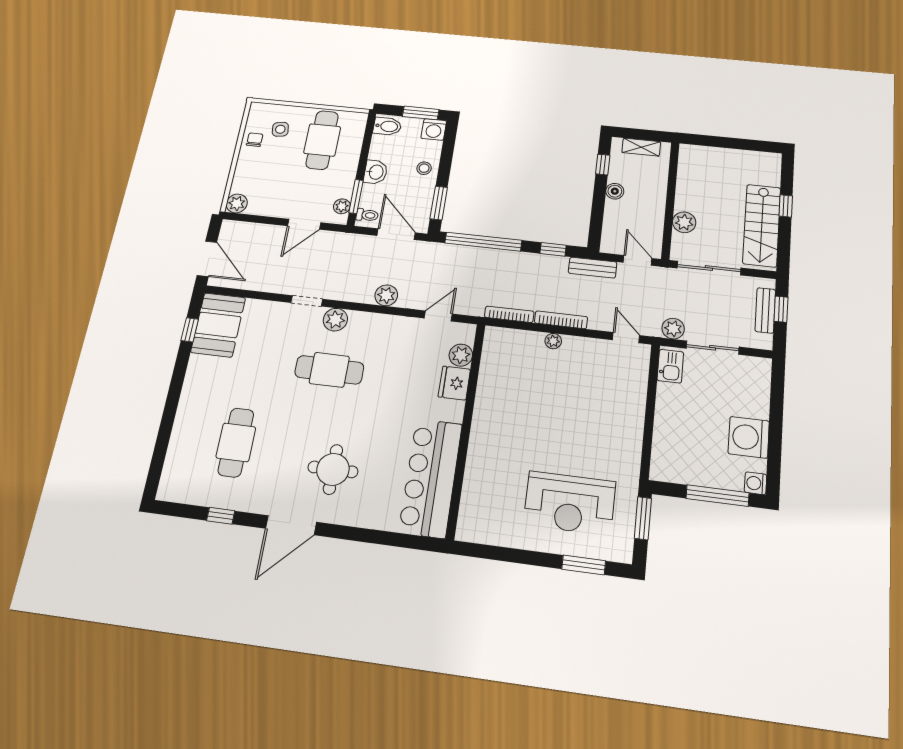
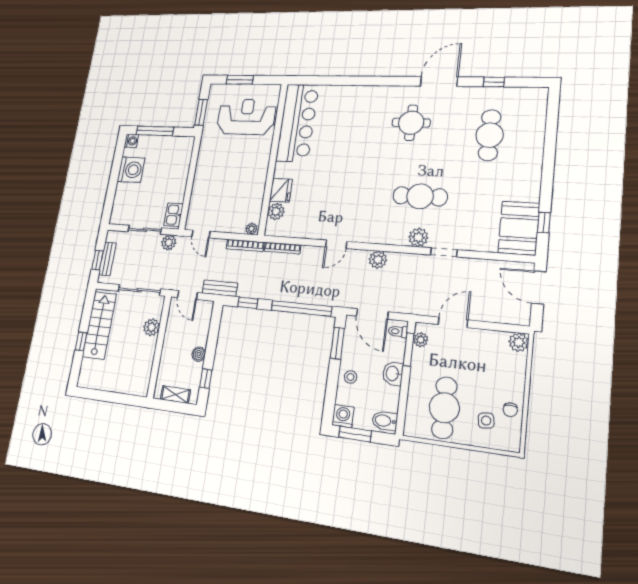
plant: (461, 355) -> (276, 211), moved
fridge: (454, 383) -> (281, 190), moved
wall: (466, 429) -> (273, 158), moved
bar counter: (431, 478) -> (297, 123), moved

